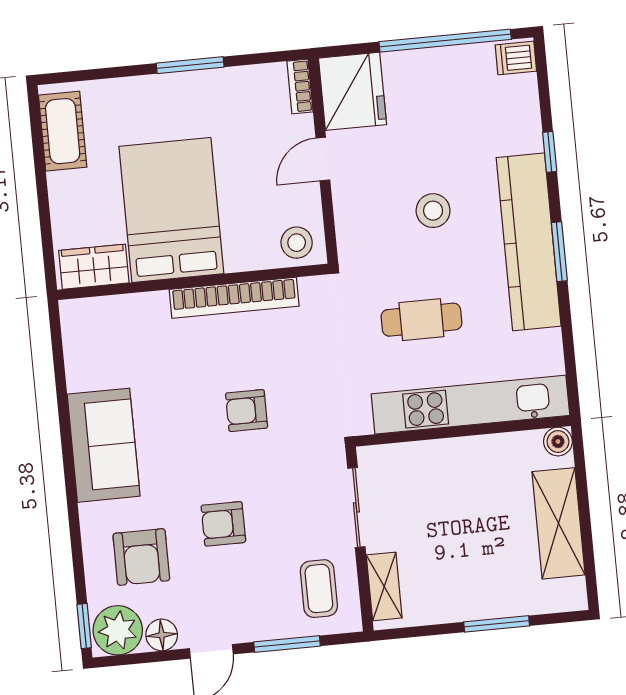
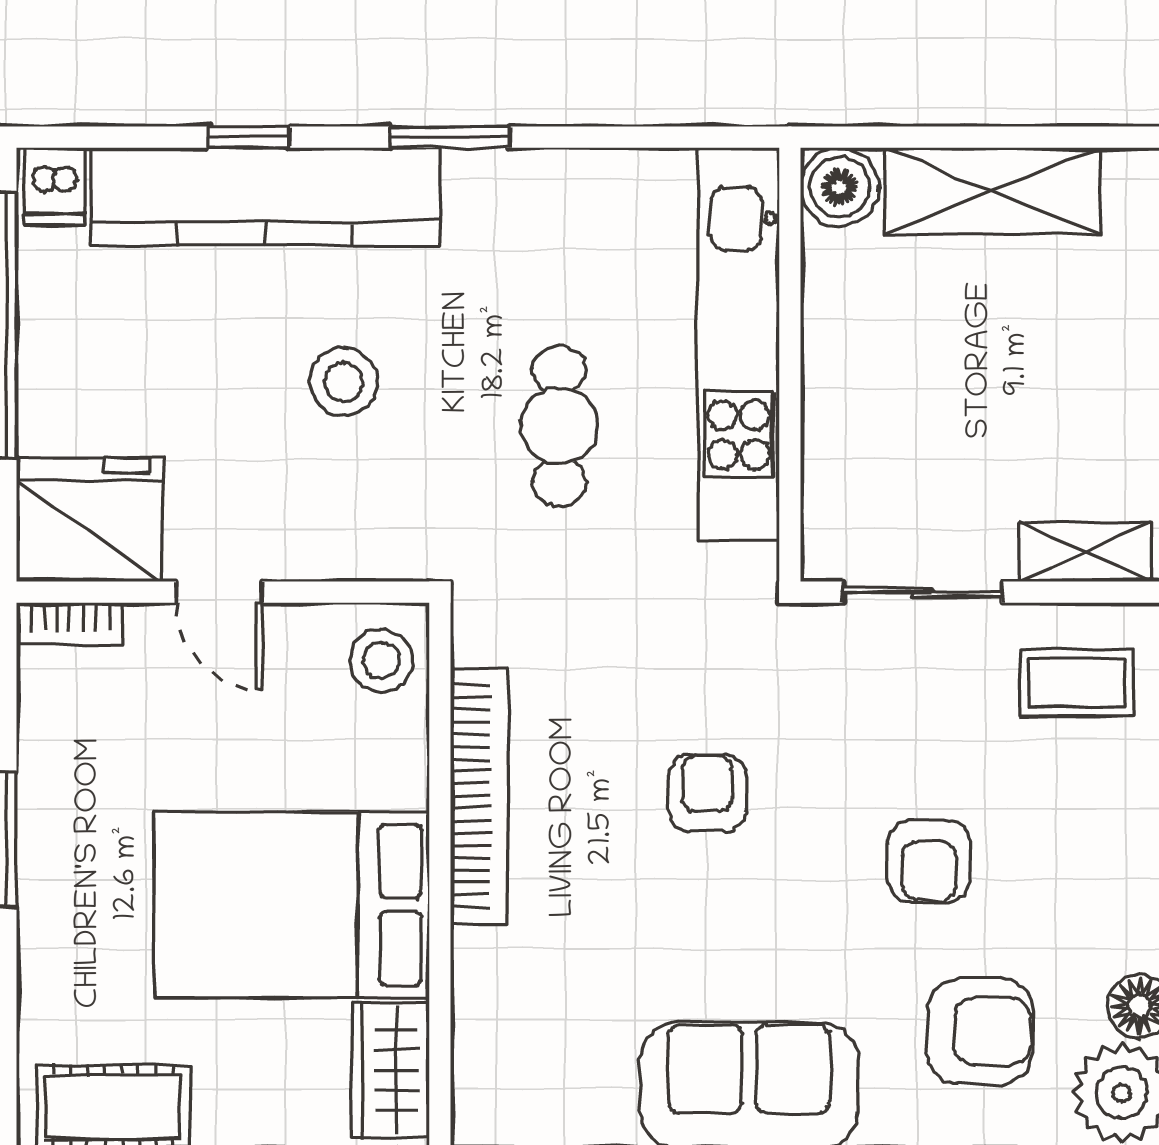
kitchen counter: (529, 242) -> (265, 197), moved
armchair: (247, 411) -> (707, 793), turned 180
boiler: (558, 442) -> (840, 187), width x1.36, depth x1.36

